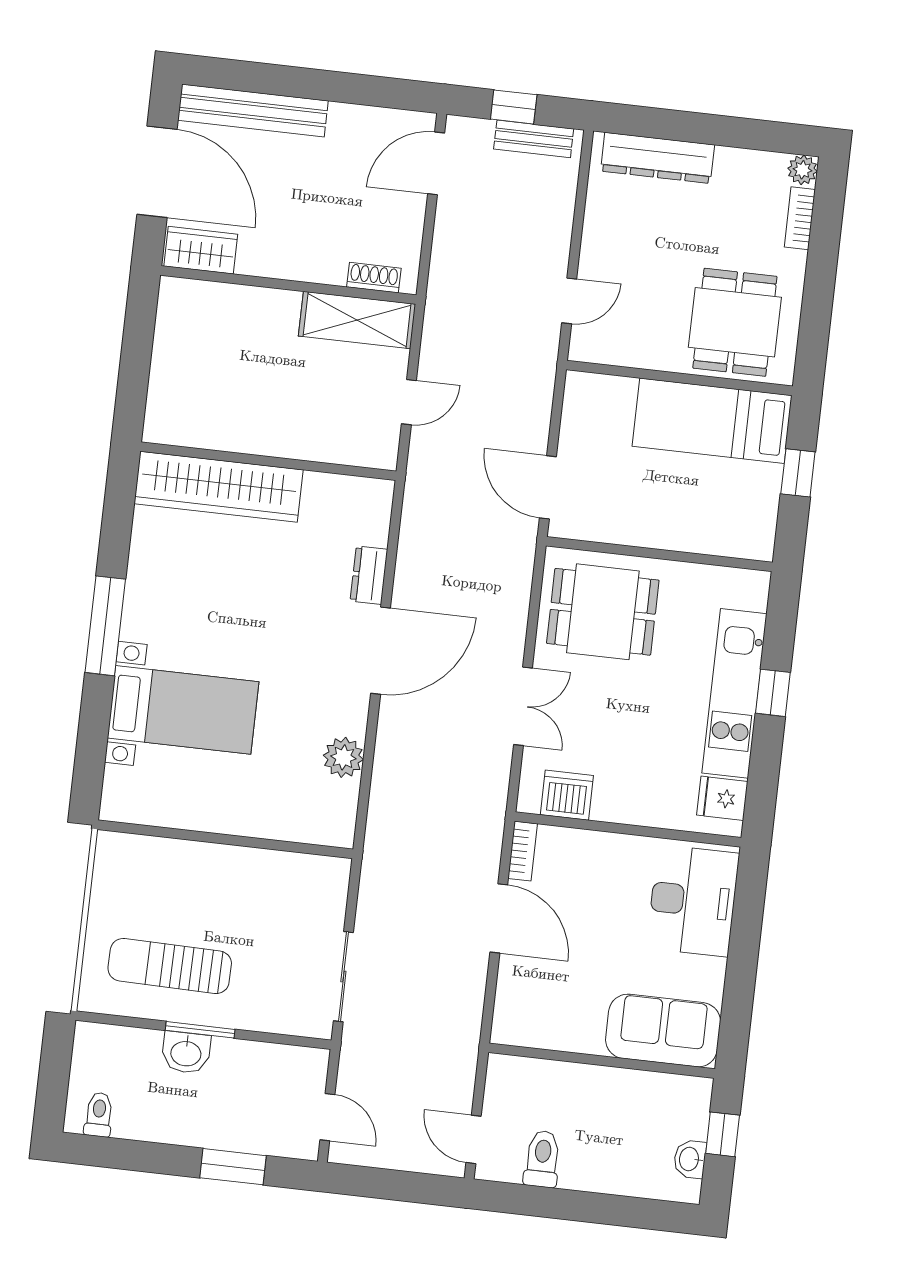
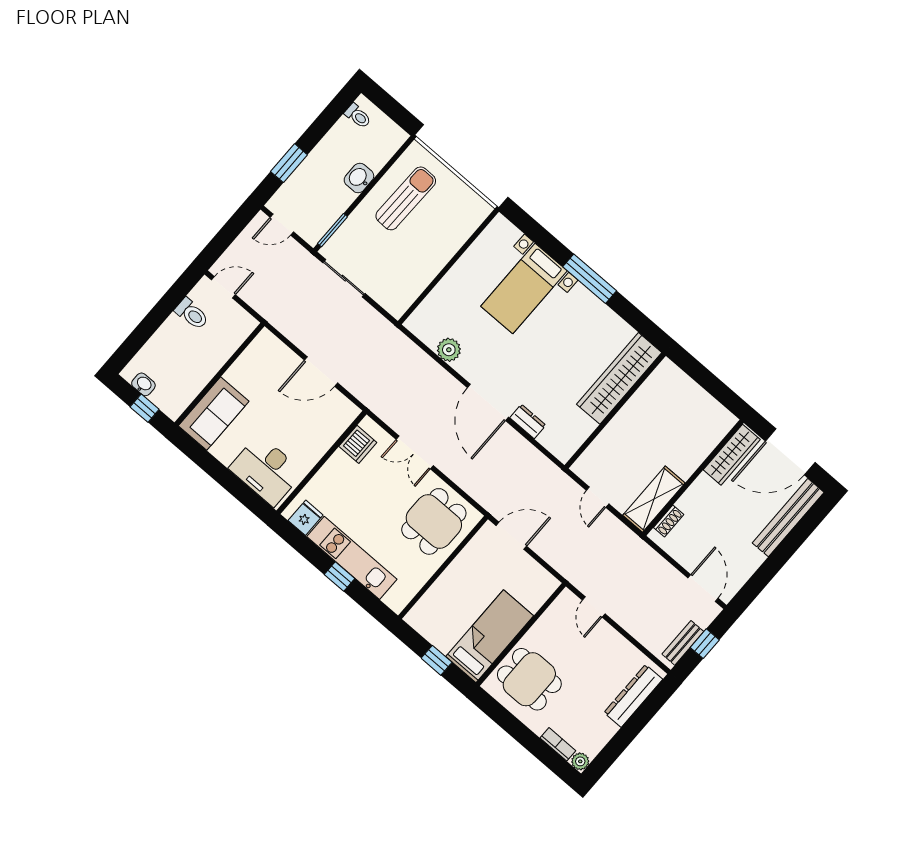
wardrobe: (201, 250) -> (732, 455), width x1.50
bookcase: (523, 851) -> (345, 405), removed
window: (200, 1030) -> (332, 230), moved

